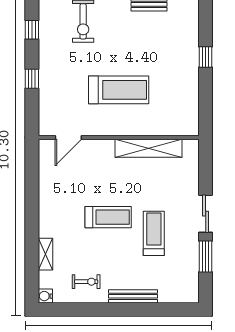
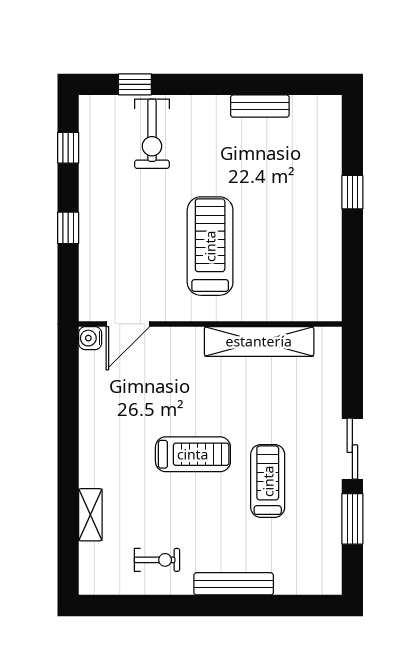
treadmill: (119, 90) -> (210, 246), turned -90
water cooler: (45, 296) -> (90, 338), moved

